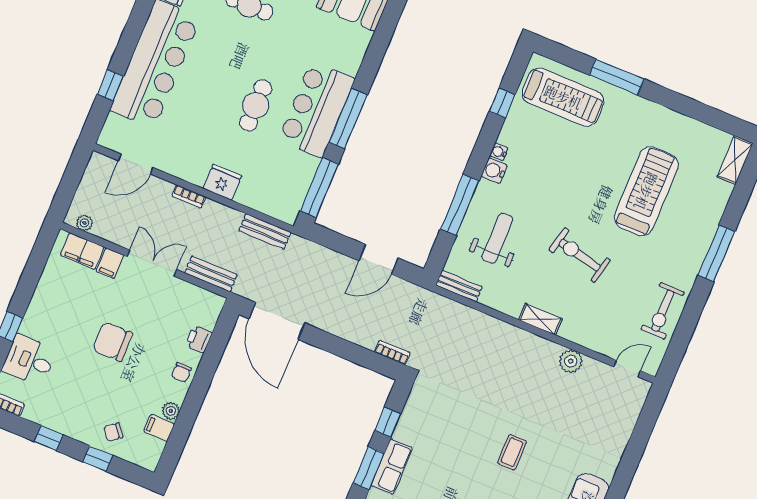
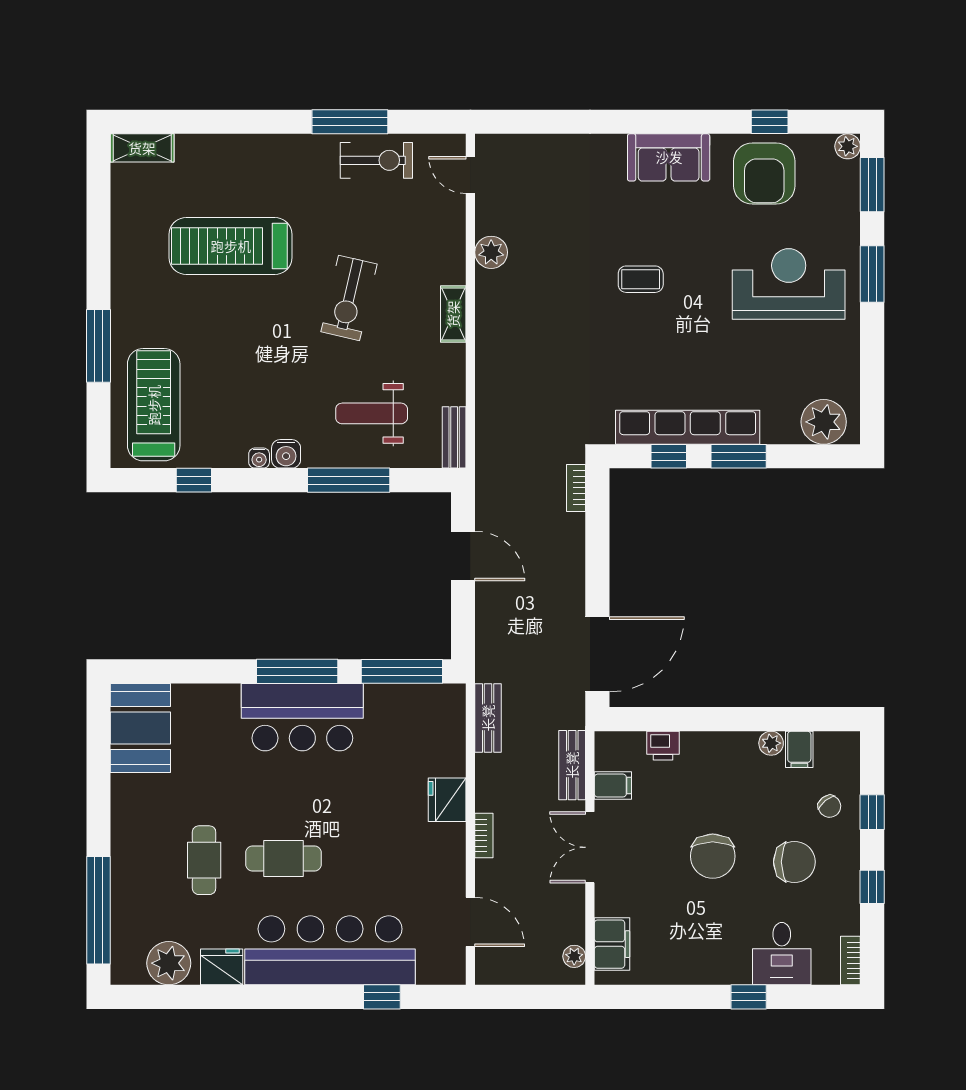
cafe table: (256, 105) -> (284, 859), moved
window: (716, 253) -> (350, 122), moved
filing cabinet: (110, 263) -> (613, 786), moved
chair: (181, 372) -> (794, 862), moved, width x1.87, depth x1.87
row of seats: (392, 466) -> (688, 427), width x2.02

